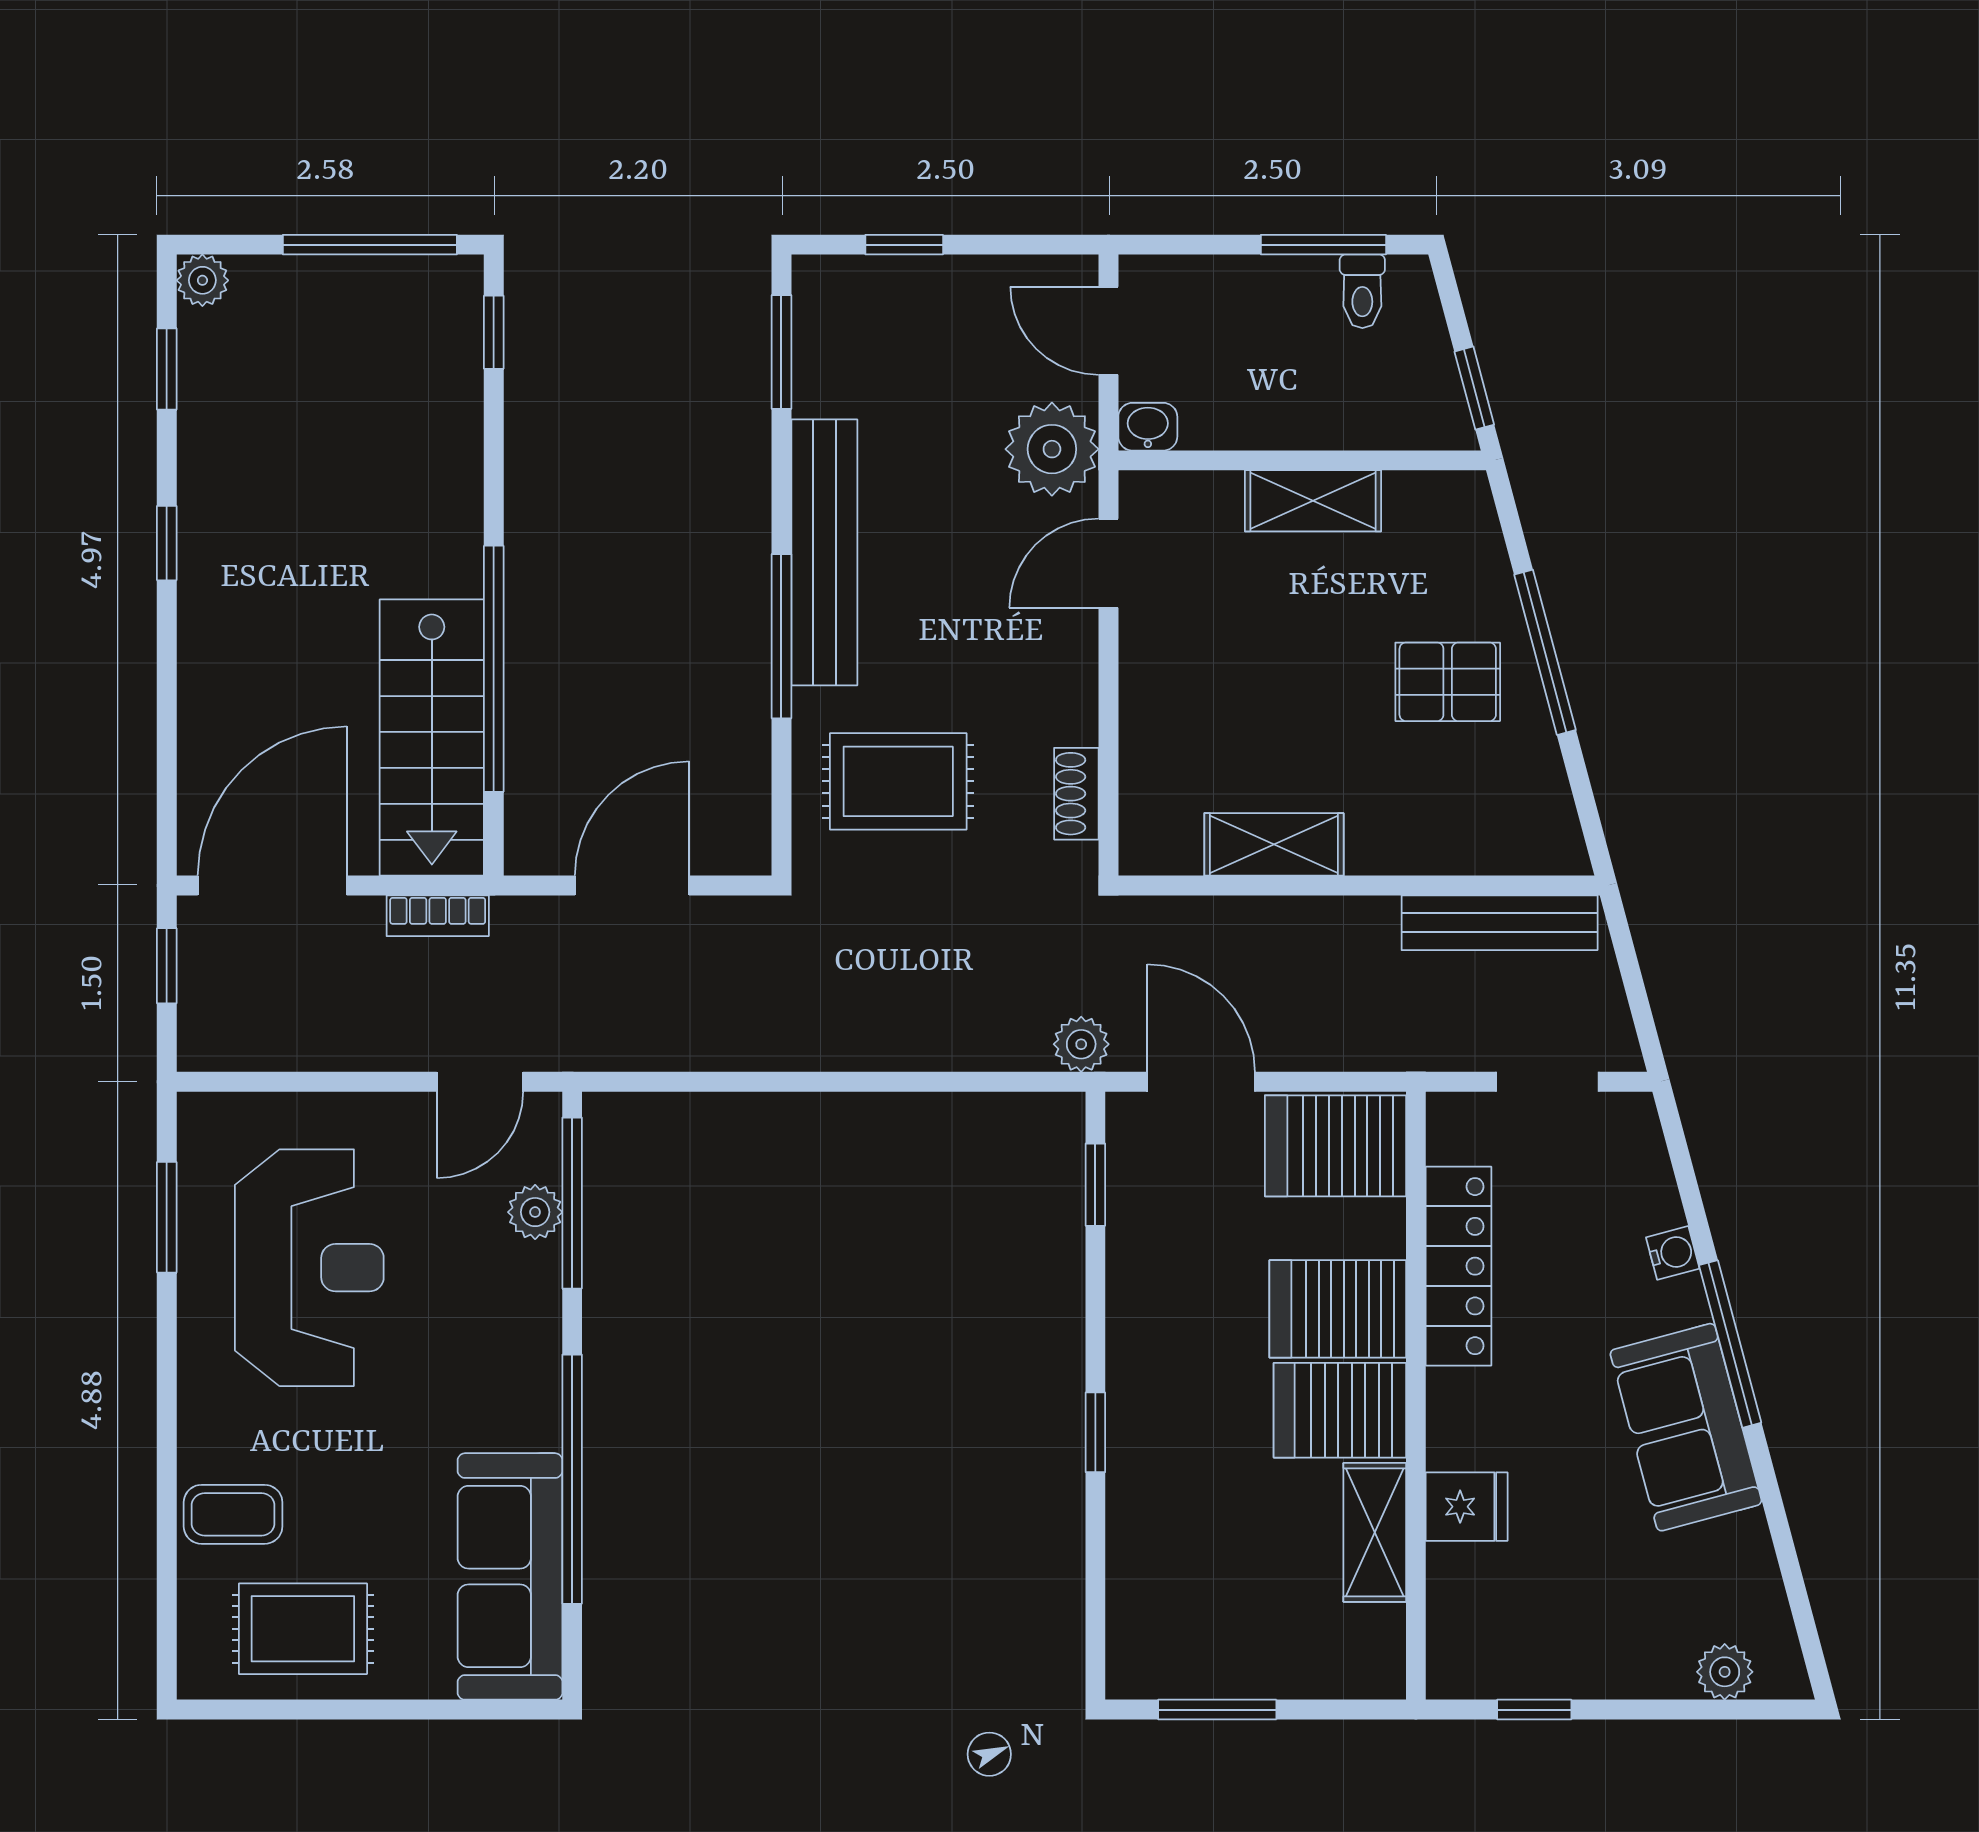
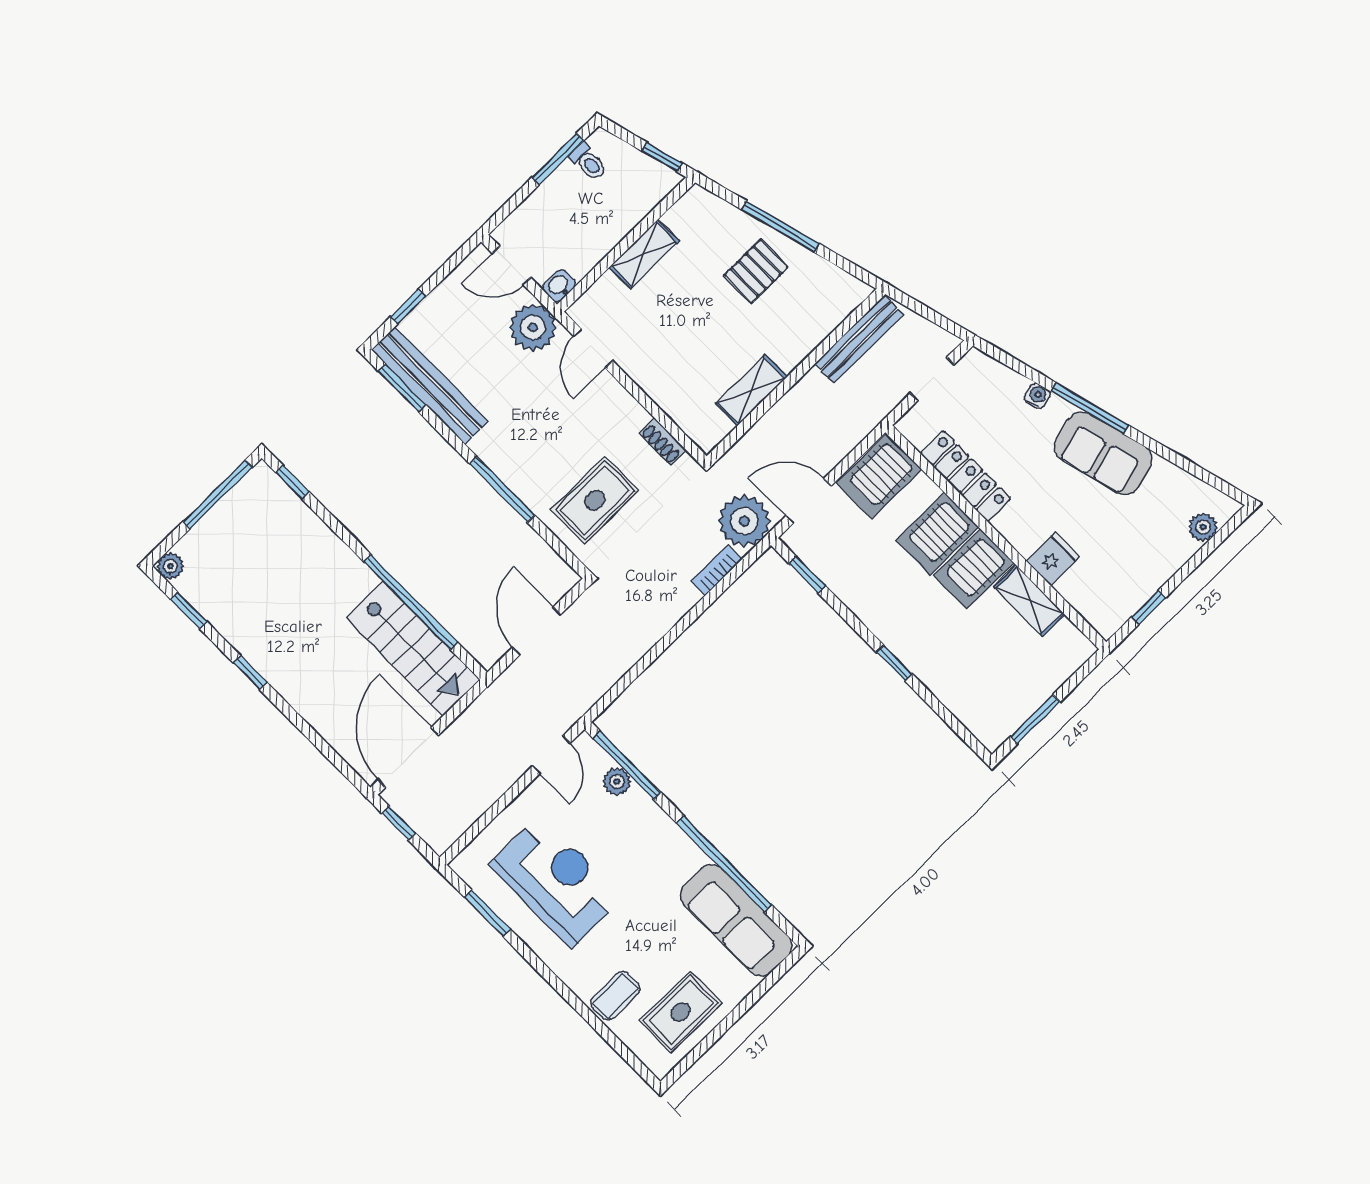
bench: (824, 552) -> (430, 386), moved
bookcase: (438, 916) -> (717, 570), moved, turned 180
plant: (1081, 1044) -> (744, 521), width x1.87, depth x1.87

